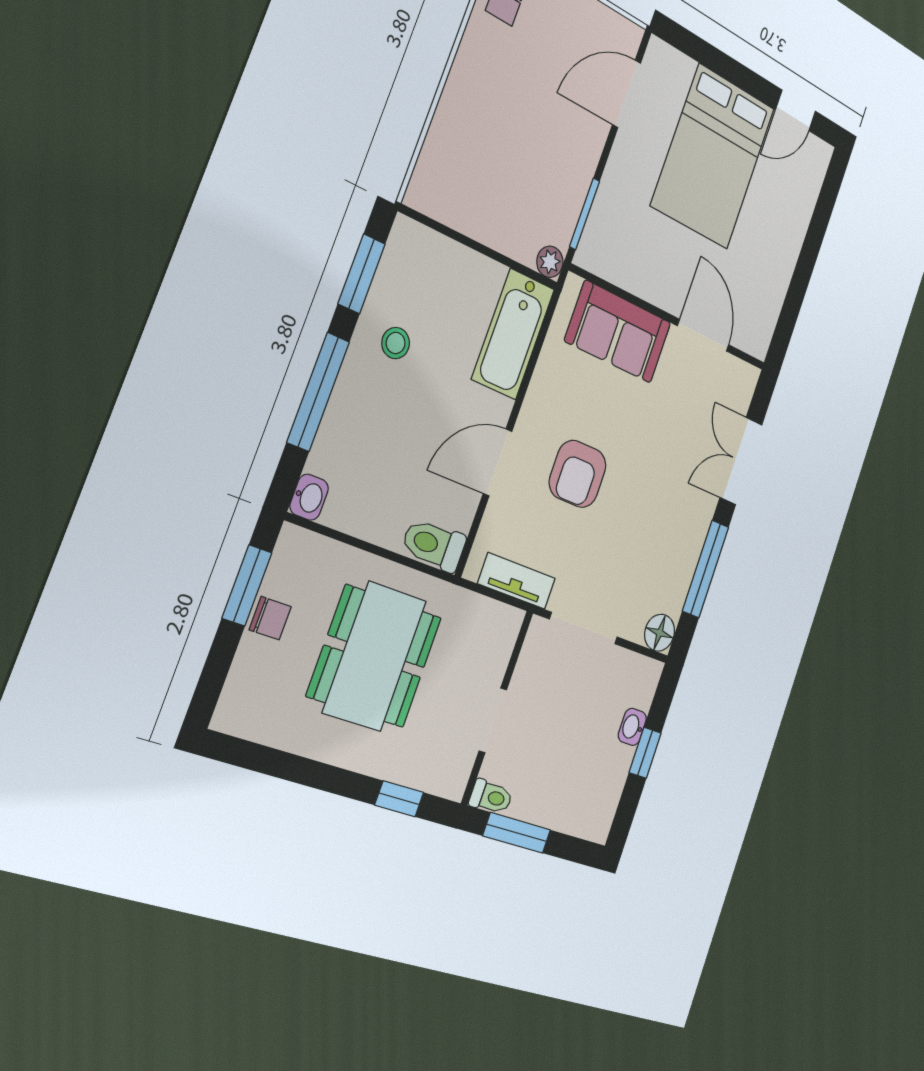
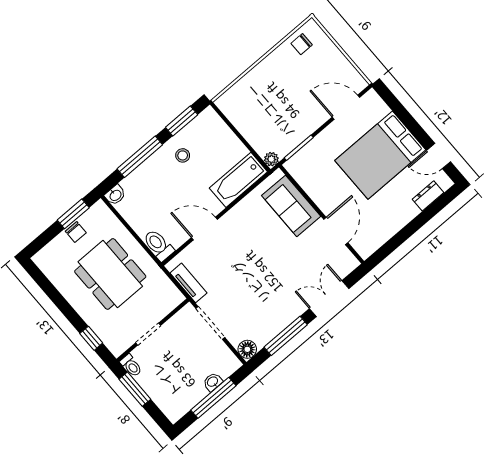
dresser: (807, 191) -> (428, 196), added
armchair: (578, 474) -> (240, 255), removed
dining table: (375, 656) -> (110, 274), turned 90
window: (645, 753) -> (213, 398), width x2.17

